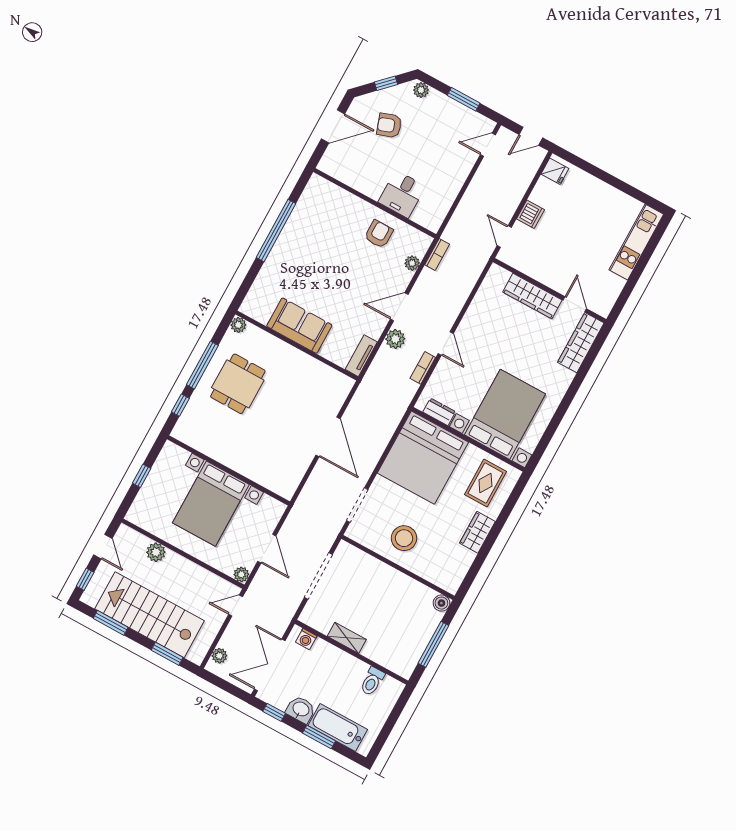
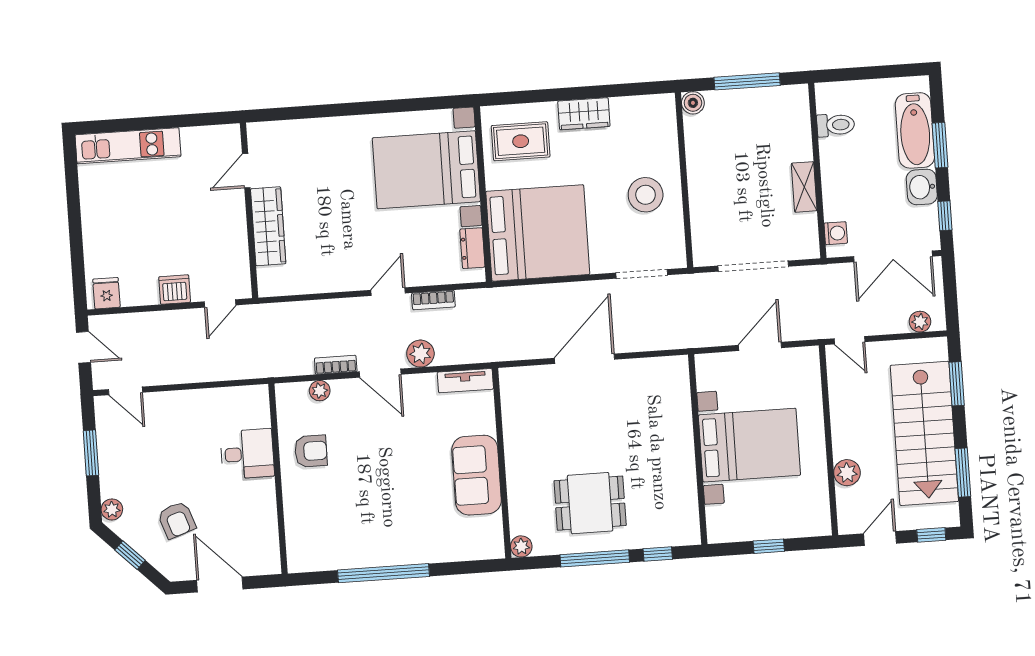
armchair: (379, 234) -> (311, 451), turned 180
bookcase: (437, 254) -> (336, 365), moved
wardrobe: (581, 343) -> (286, 135), removed
plant: (241, 574) -> (809, 357), removed

